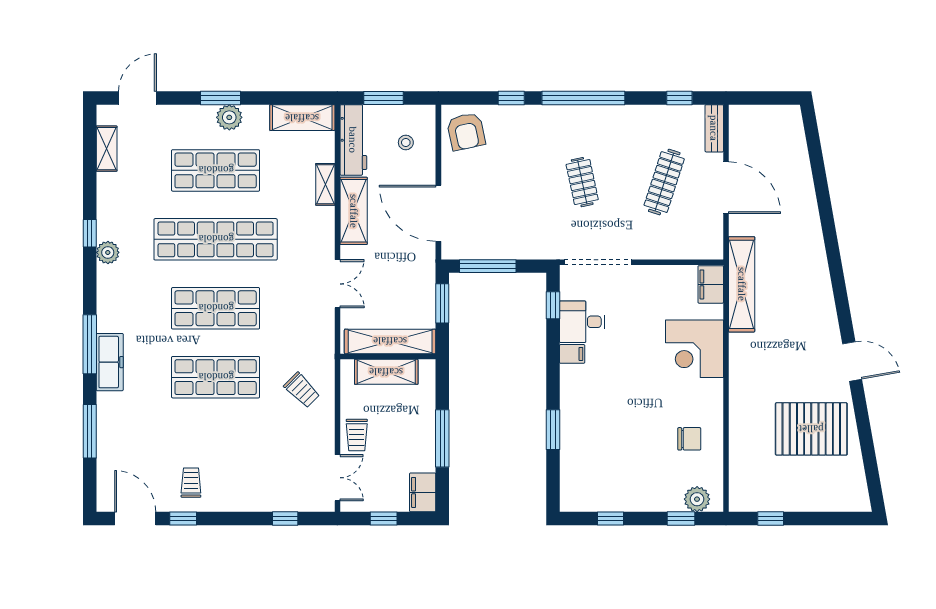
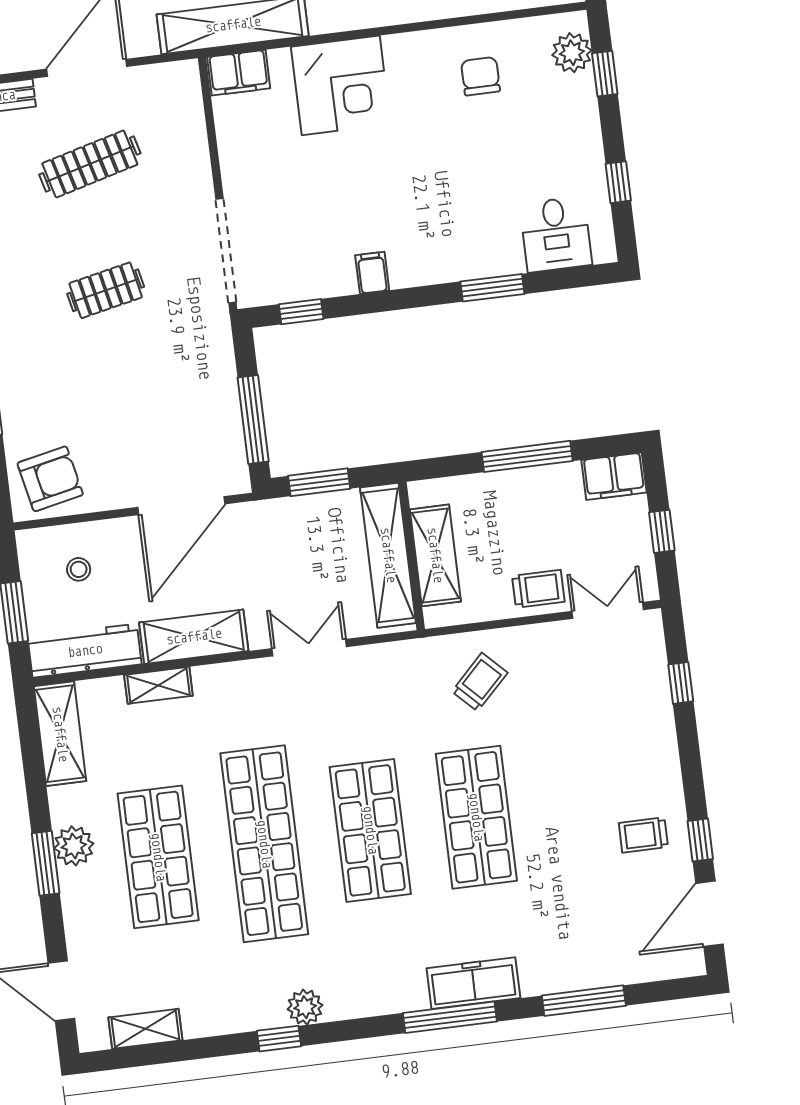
clothes rail: (664, 182) -> (90, 164), turned -33
desk: (582, 322) -> (556, 234), moved

